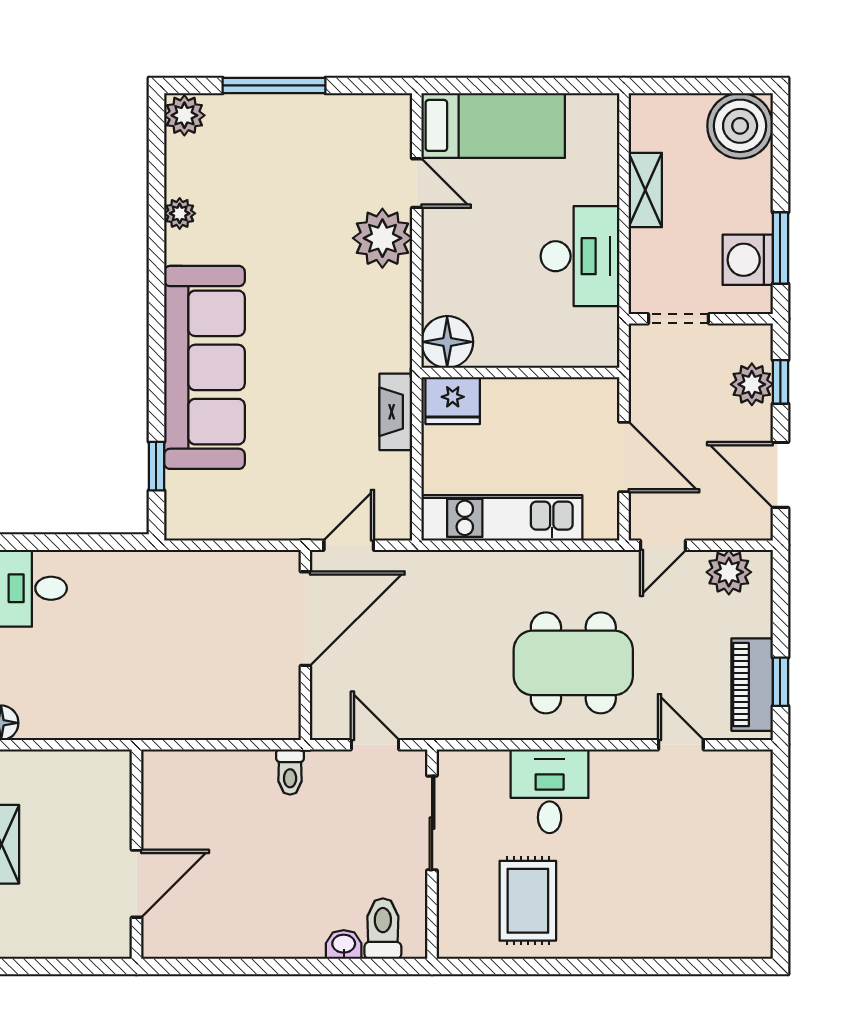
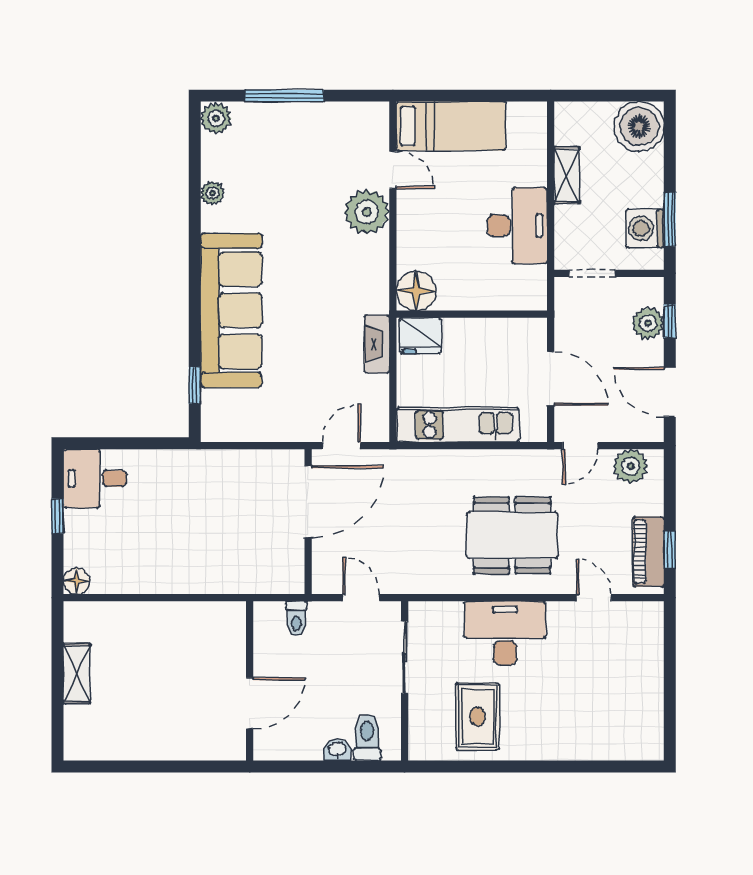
desk: (550, 791) -> (505, 633), width x1.37
wall: (137, 854) -> (250, 681), moved
door: (137, 884) -> (250, 703), moved

